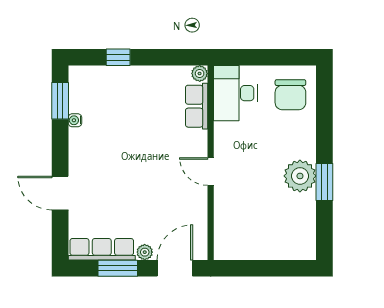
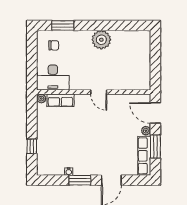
chair: (290, 95) -> (54, 45), width x0.54, depth x0.54
window: (60, 101) -> (80, 180), moved
door: (211, 171) -> (99, 92), hinge flipped
window: (324, 182) -> (63, 25), moved

